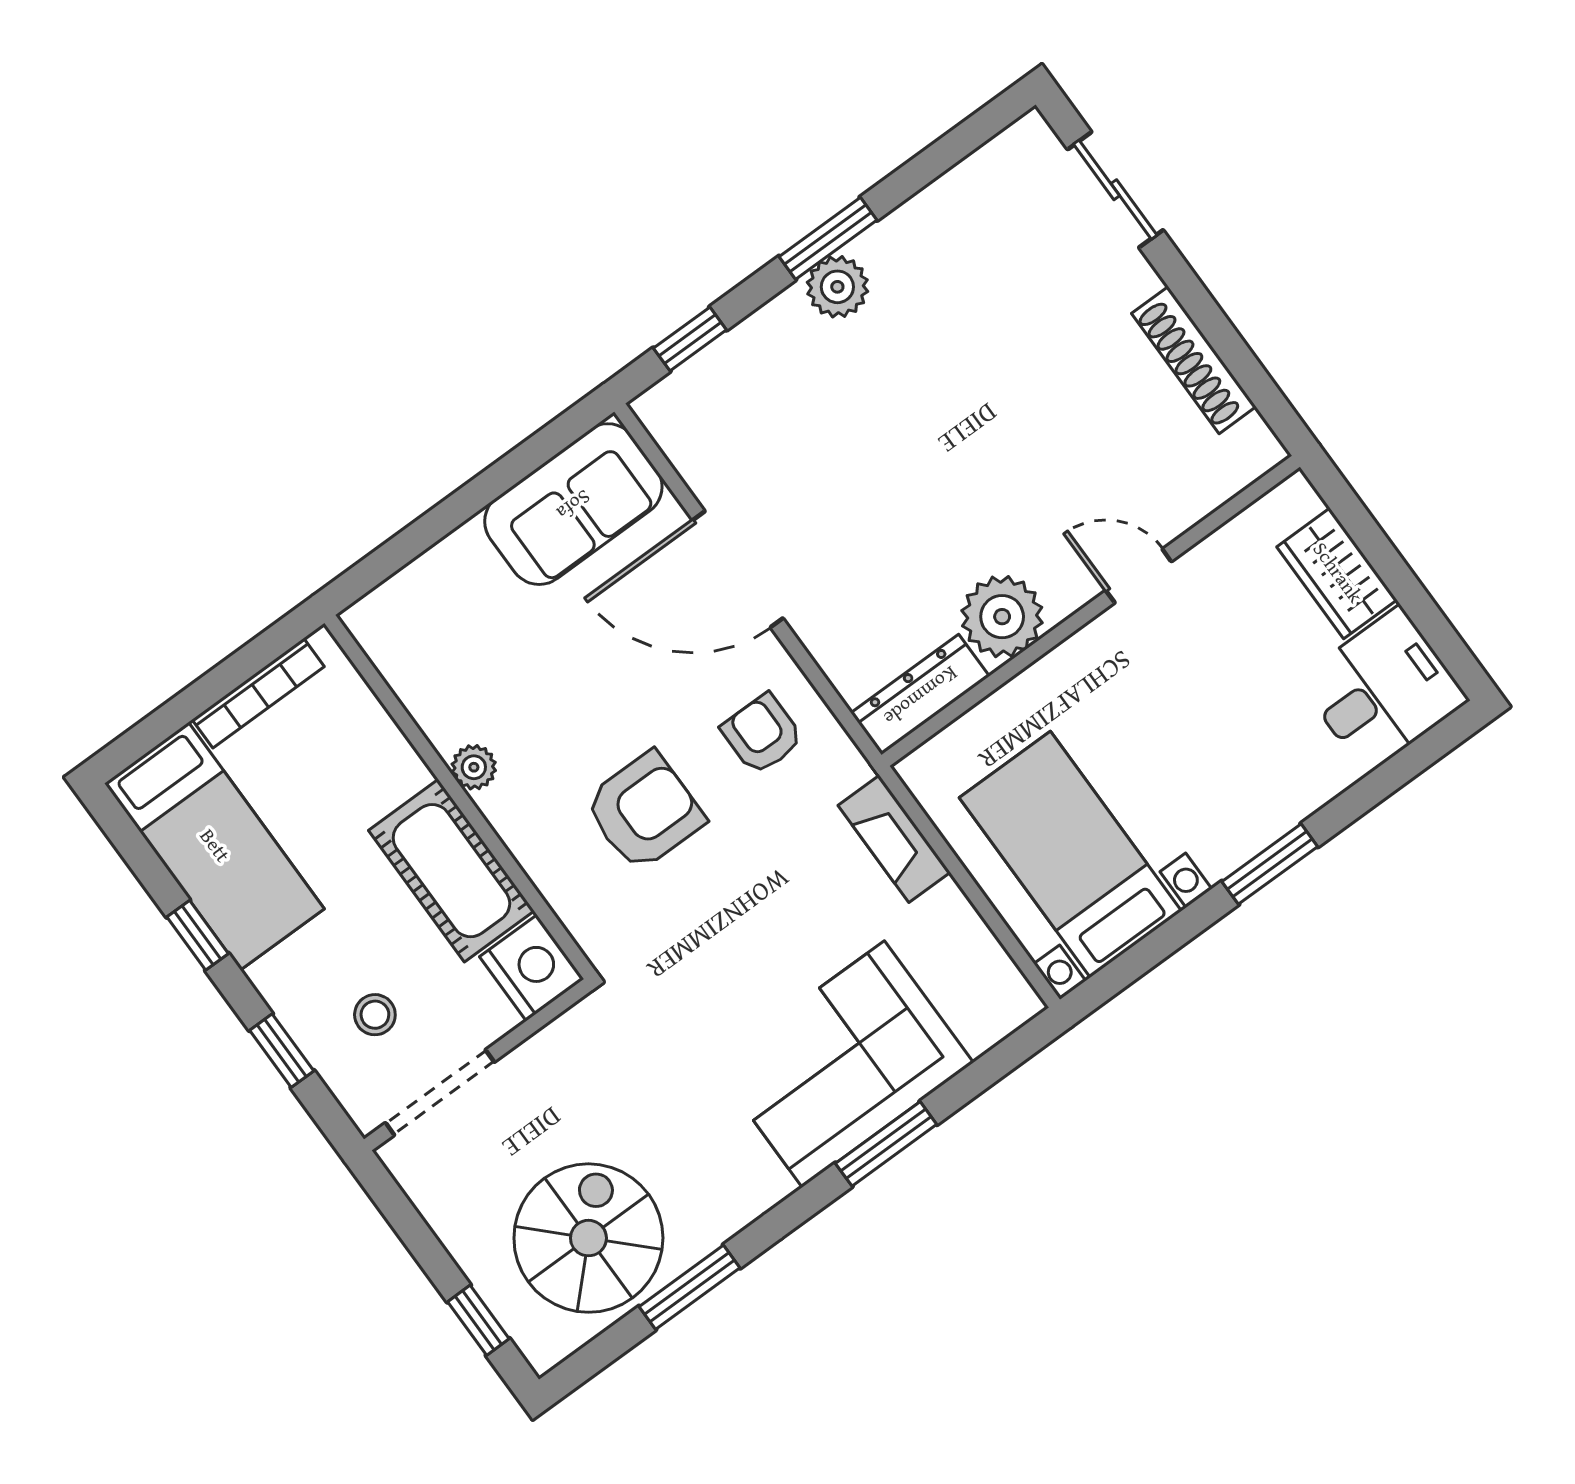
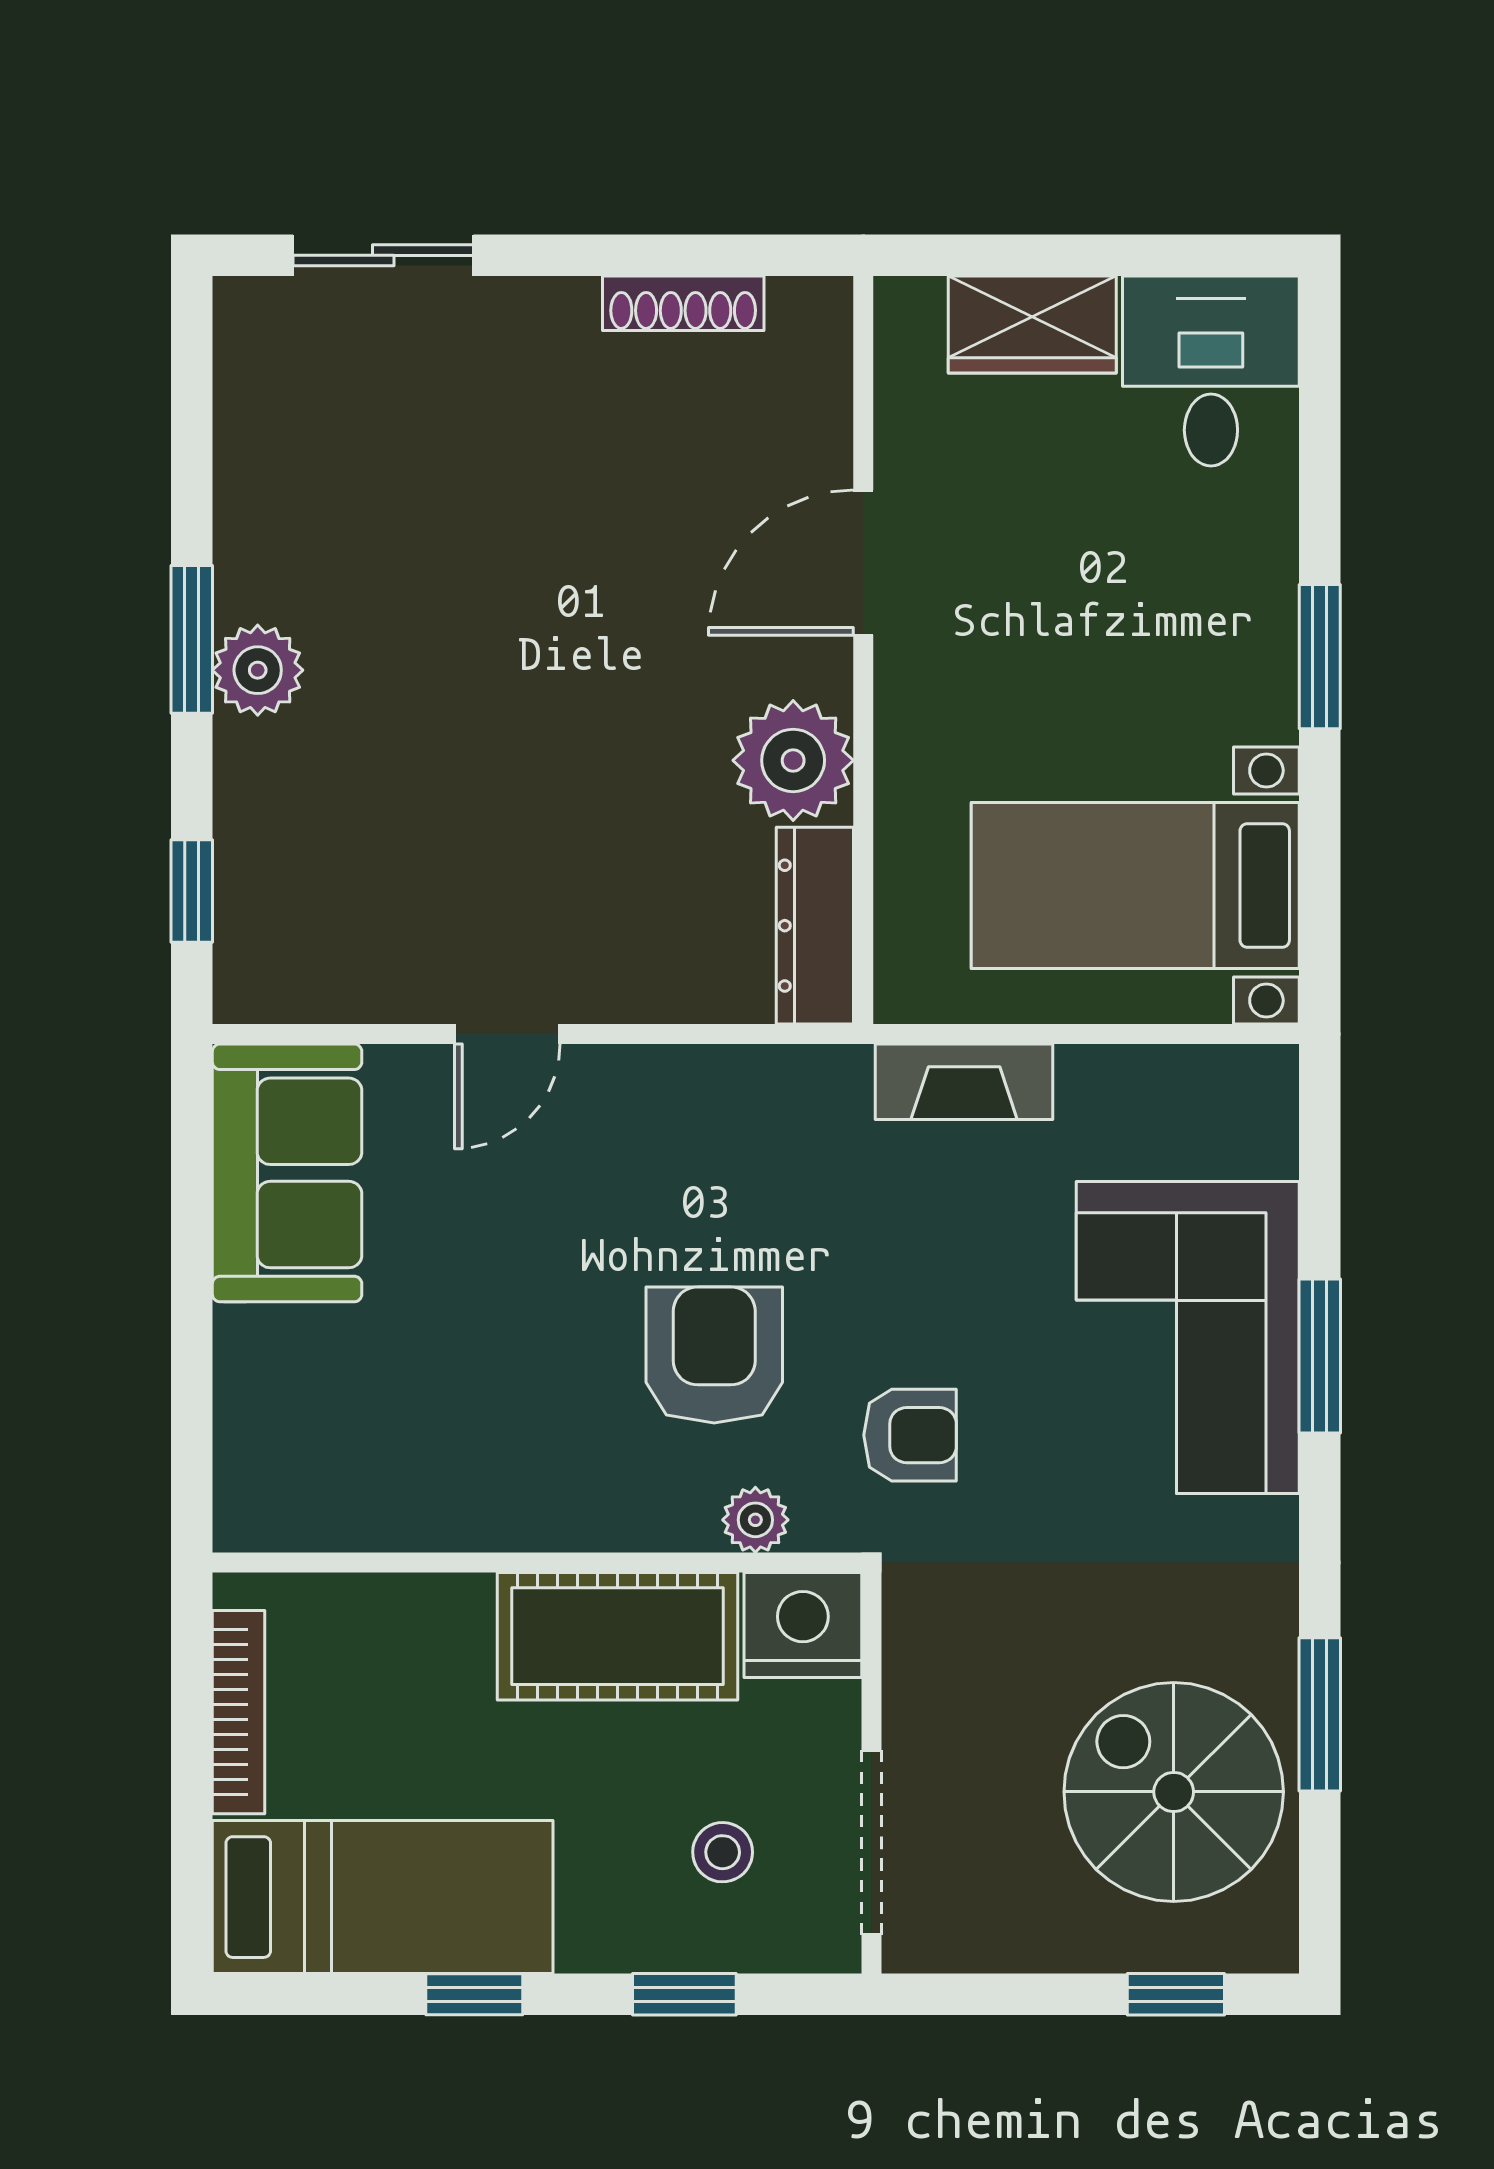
shoe rack: (1194, 360) -> (683, 303), width x0.74, depth x0.81
door: (738, 569) -> (507, 1034), width x0.53
door: (1139, 576) -> (863, 563), width x1.38
armchair: (762, 734) -> (910, 1435), moved, turned 180
plant: (474, 767) -> (755, 1520), moved

